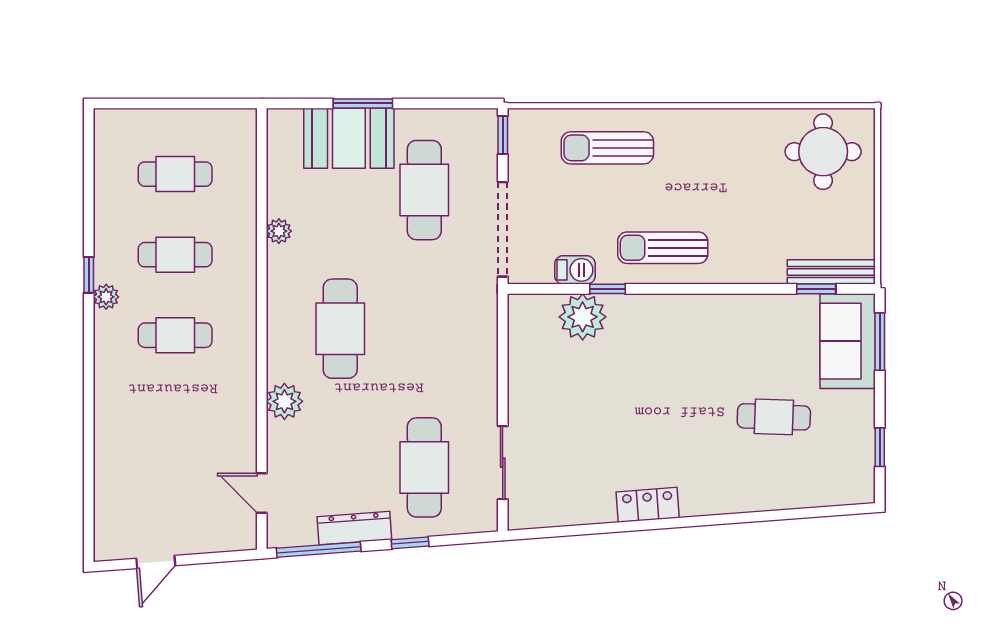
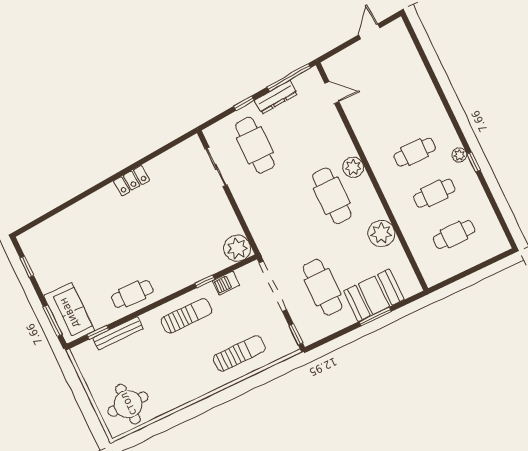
plant: (279, 231) -> (381, 233), width x1.87, depth x1.87
bench: (831, 272) -> (118, 333), moved
plant: (583, 317) -> (237, 248), moved
plant: (284, 401) -> (353, 167), moved
cafe table: (774, 417) -> (132, 294), moved

